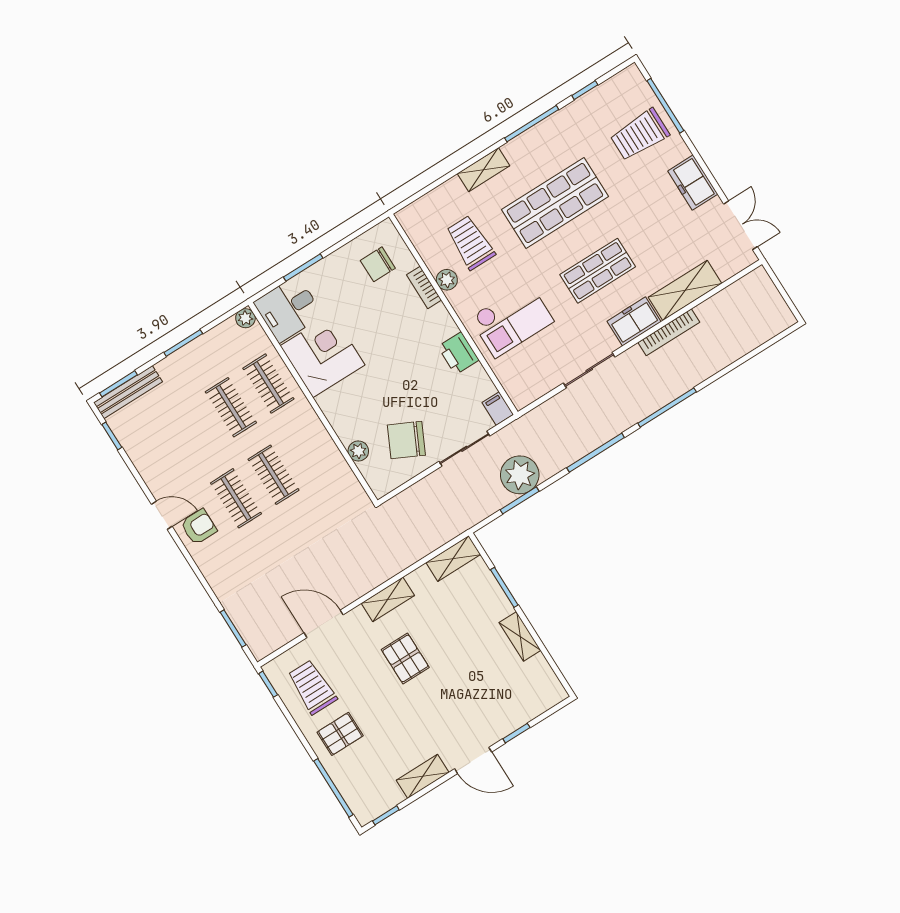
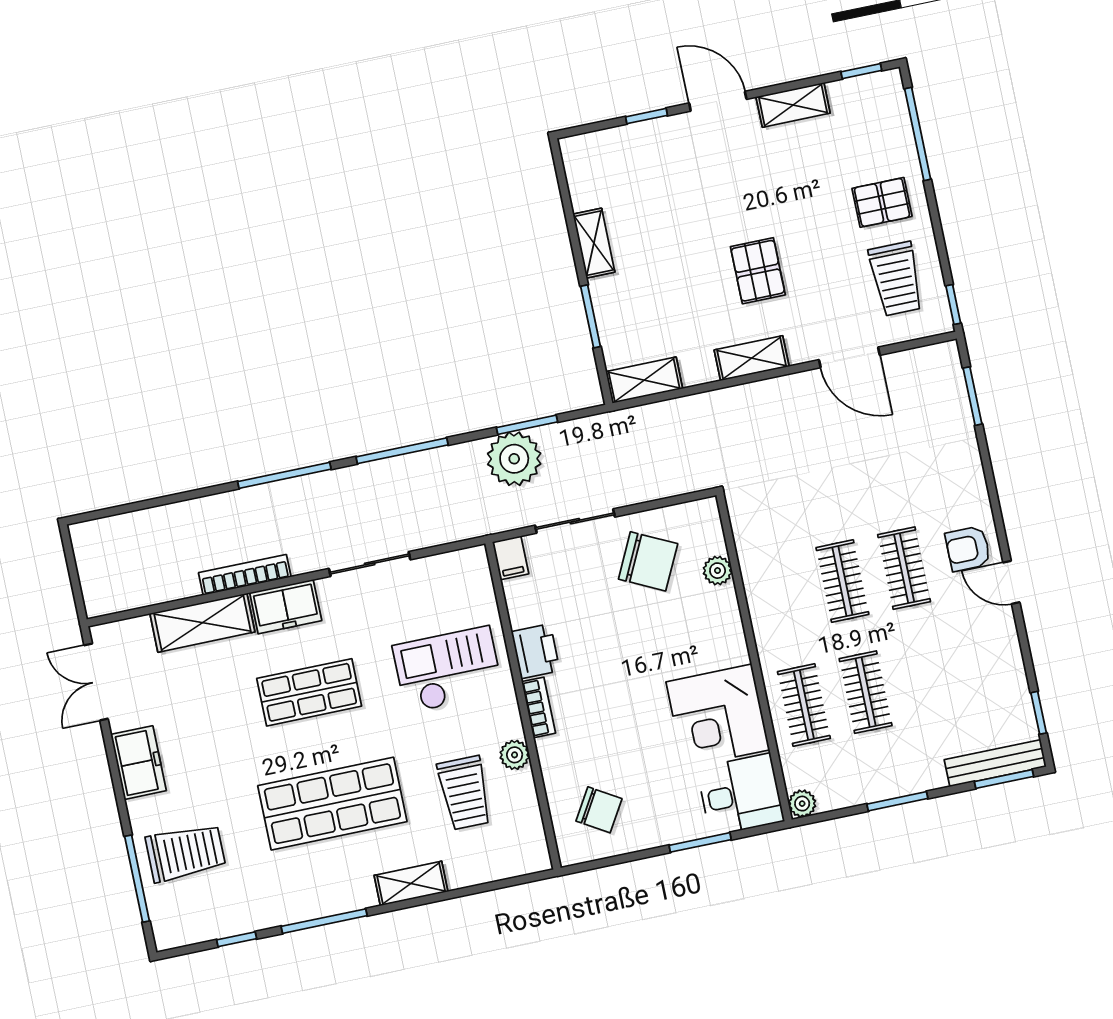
chair: (378, 264) -> (599, 810), turned 31
bookcase: (424, 287) -> (539, 707), moved

